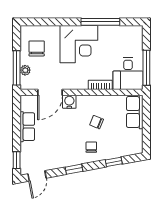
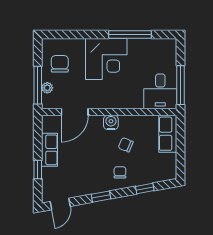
bookcase: (100, 85) -> (130, 104), removed
water cooler: (69, 102) -> (111, 122), moved
window: (17, 160) -> (38, 169), moved

